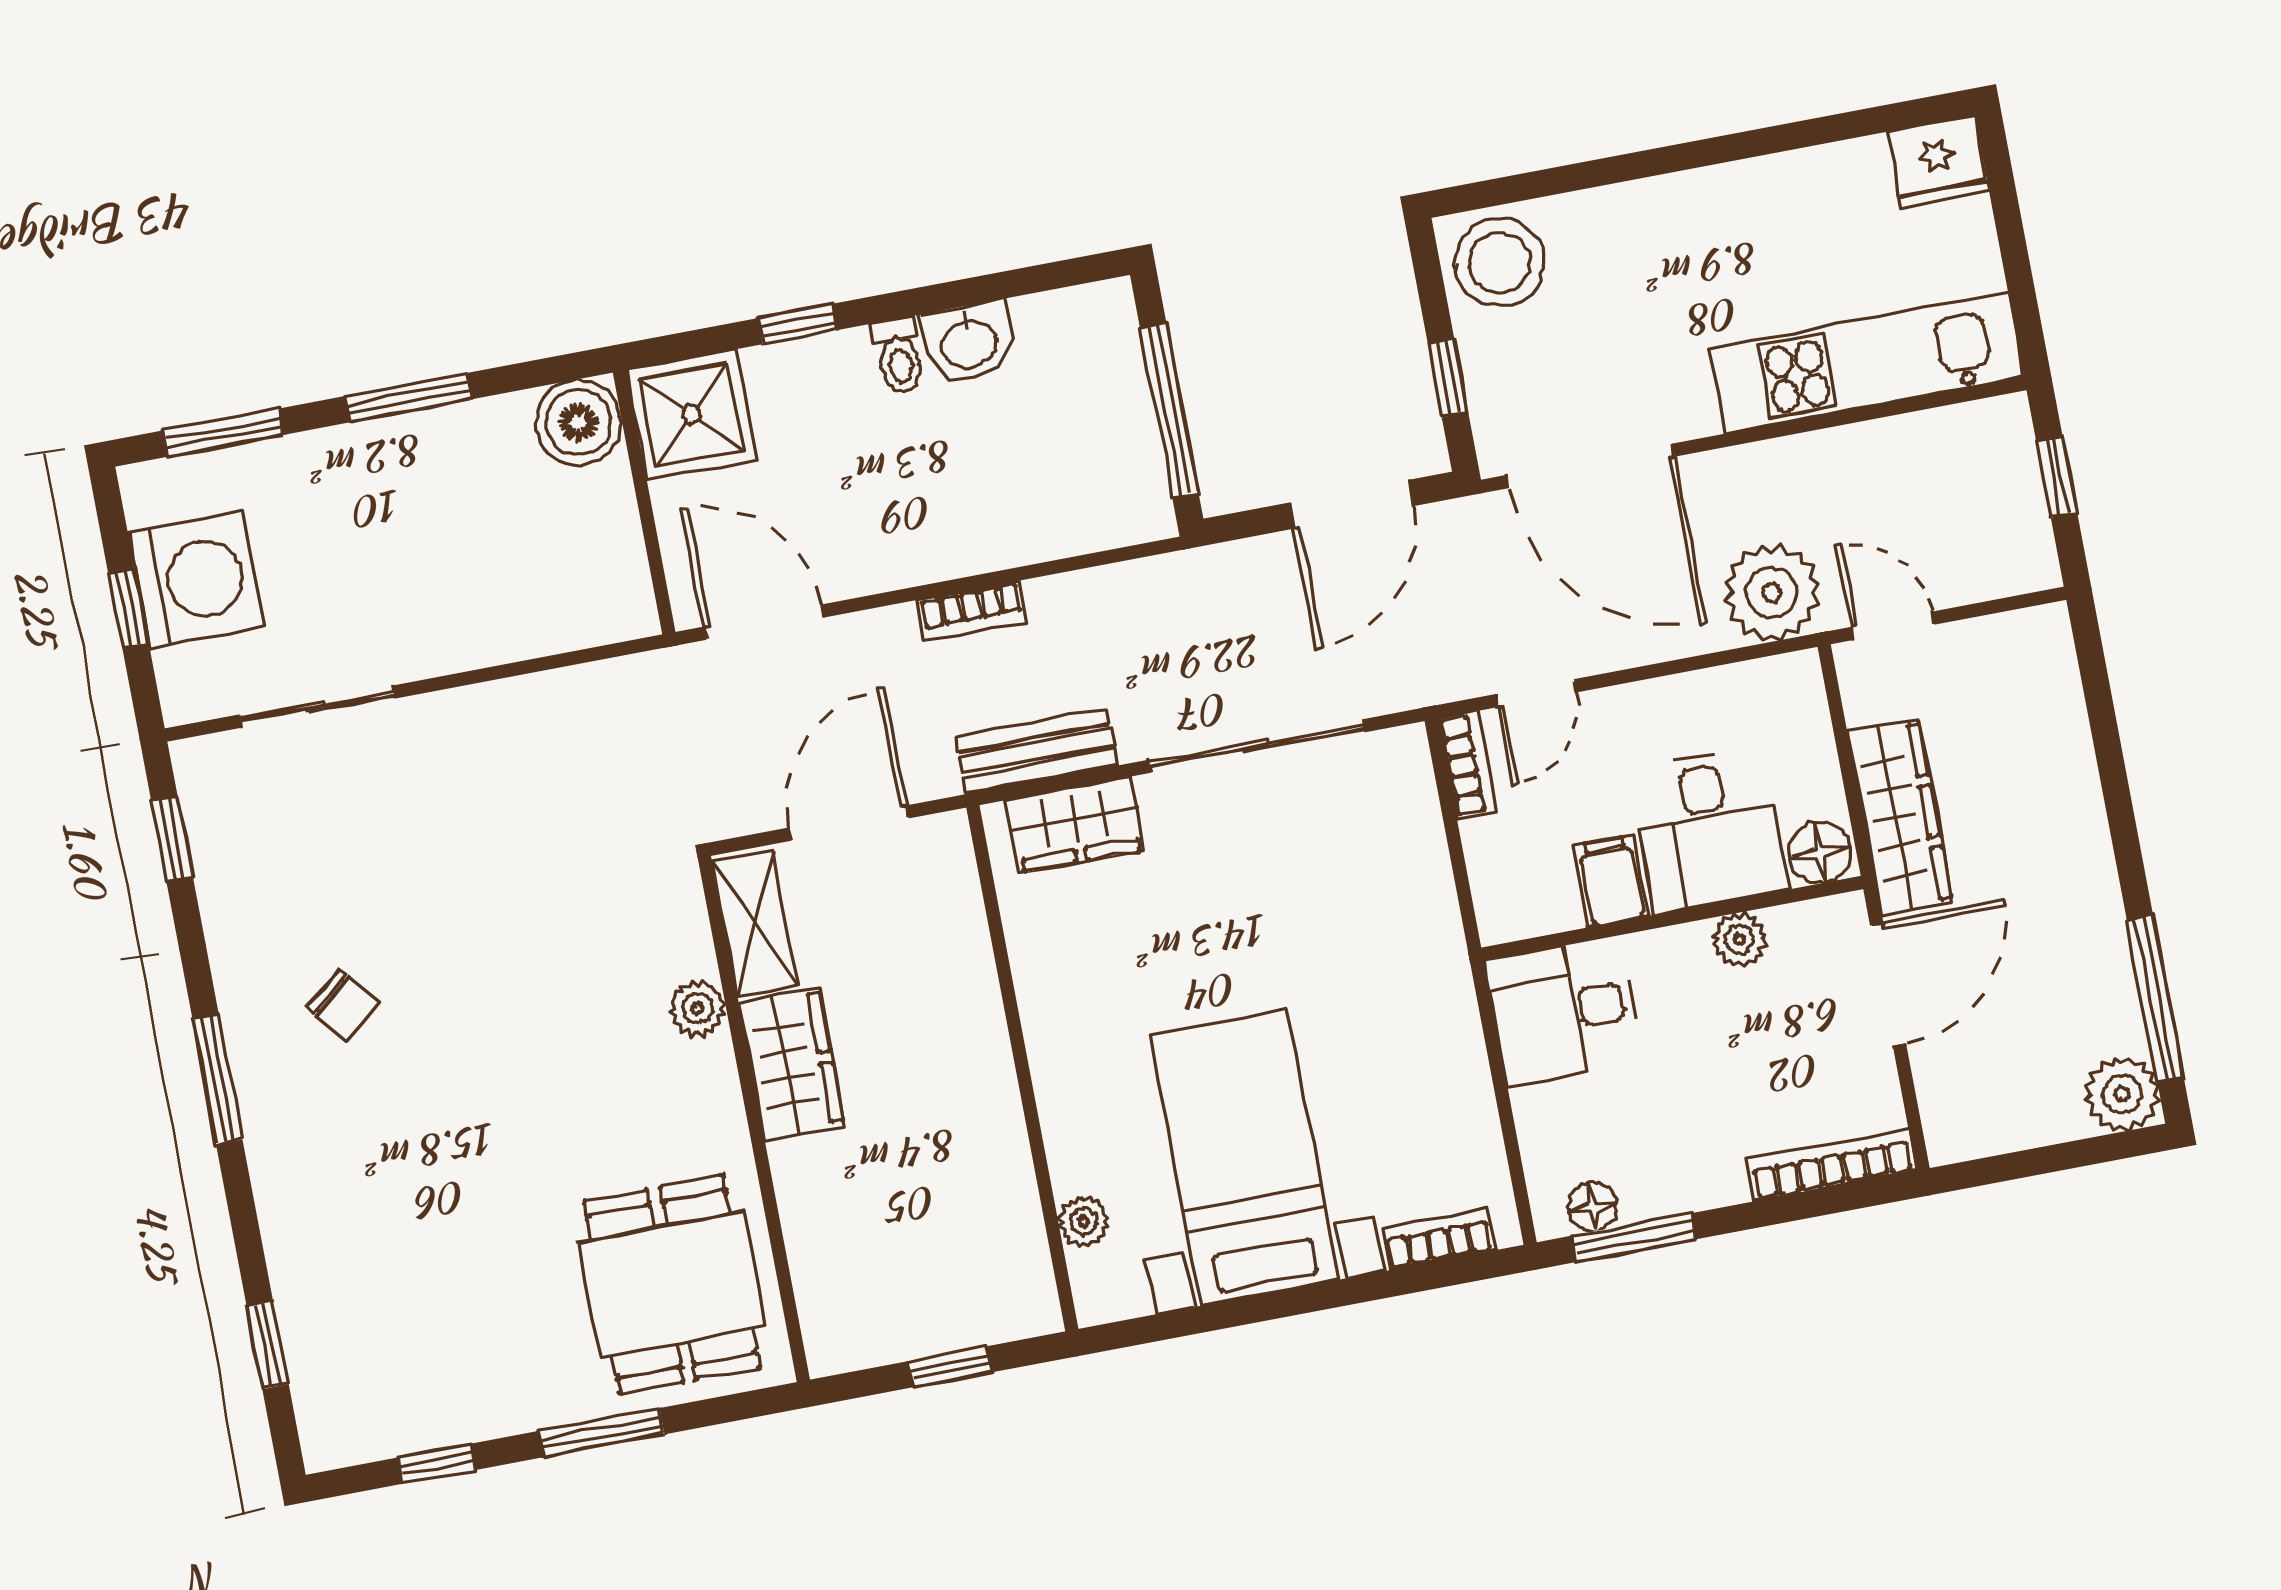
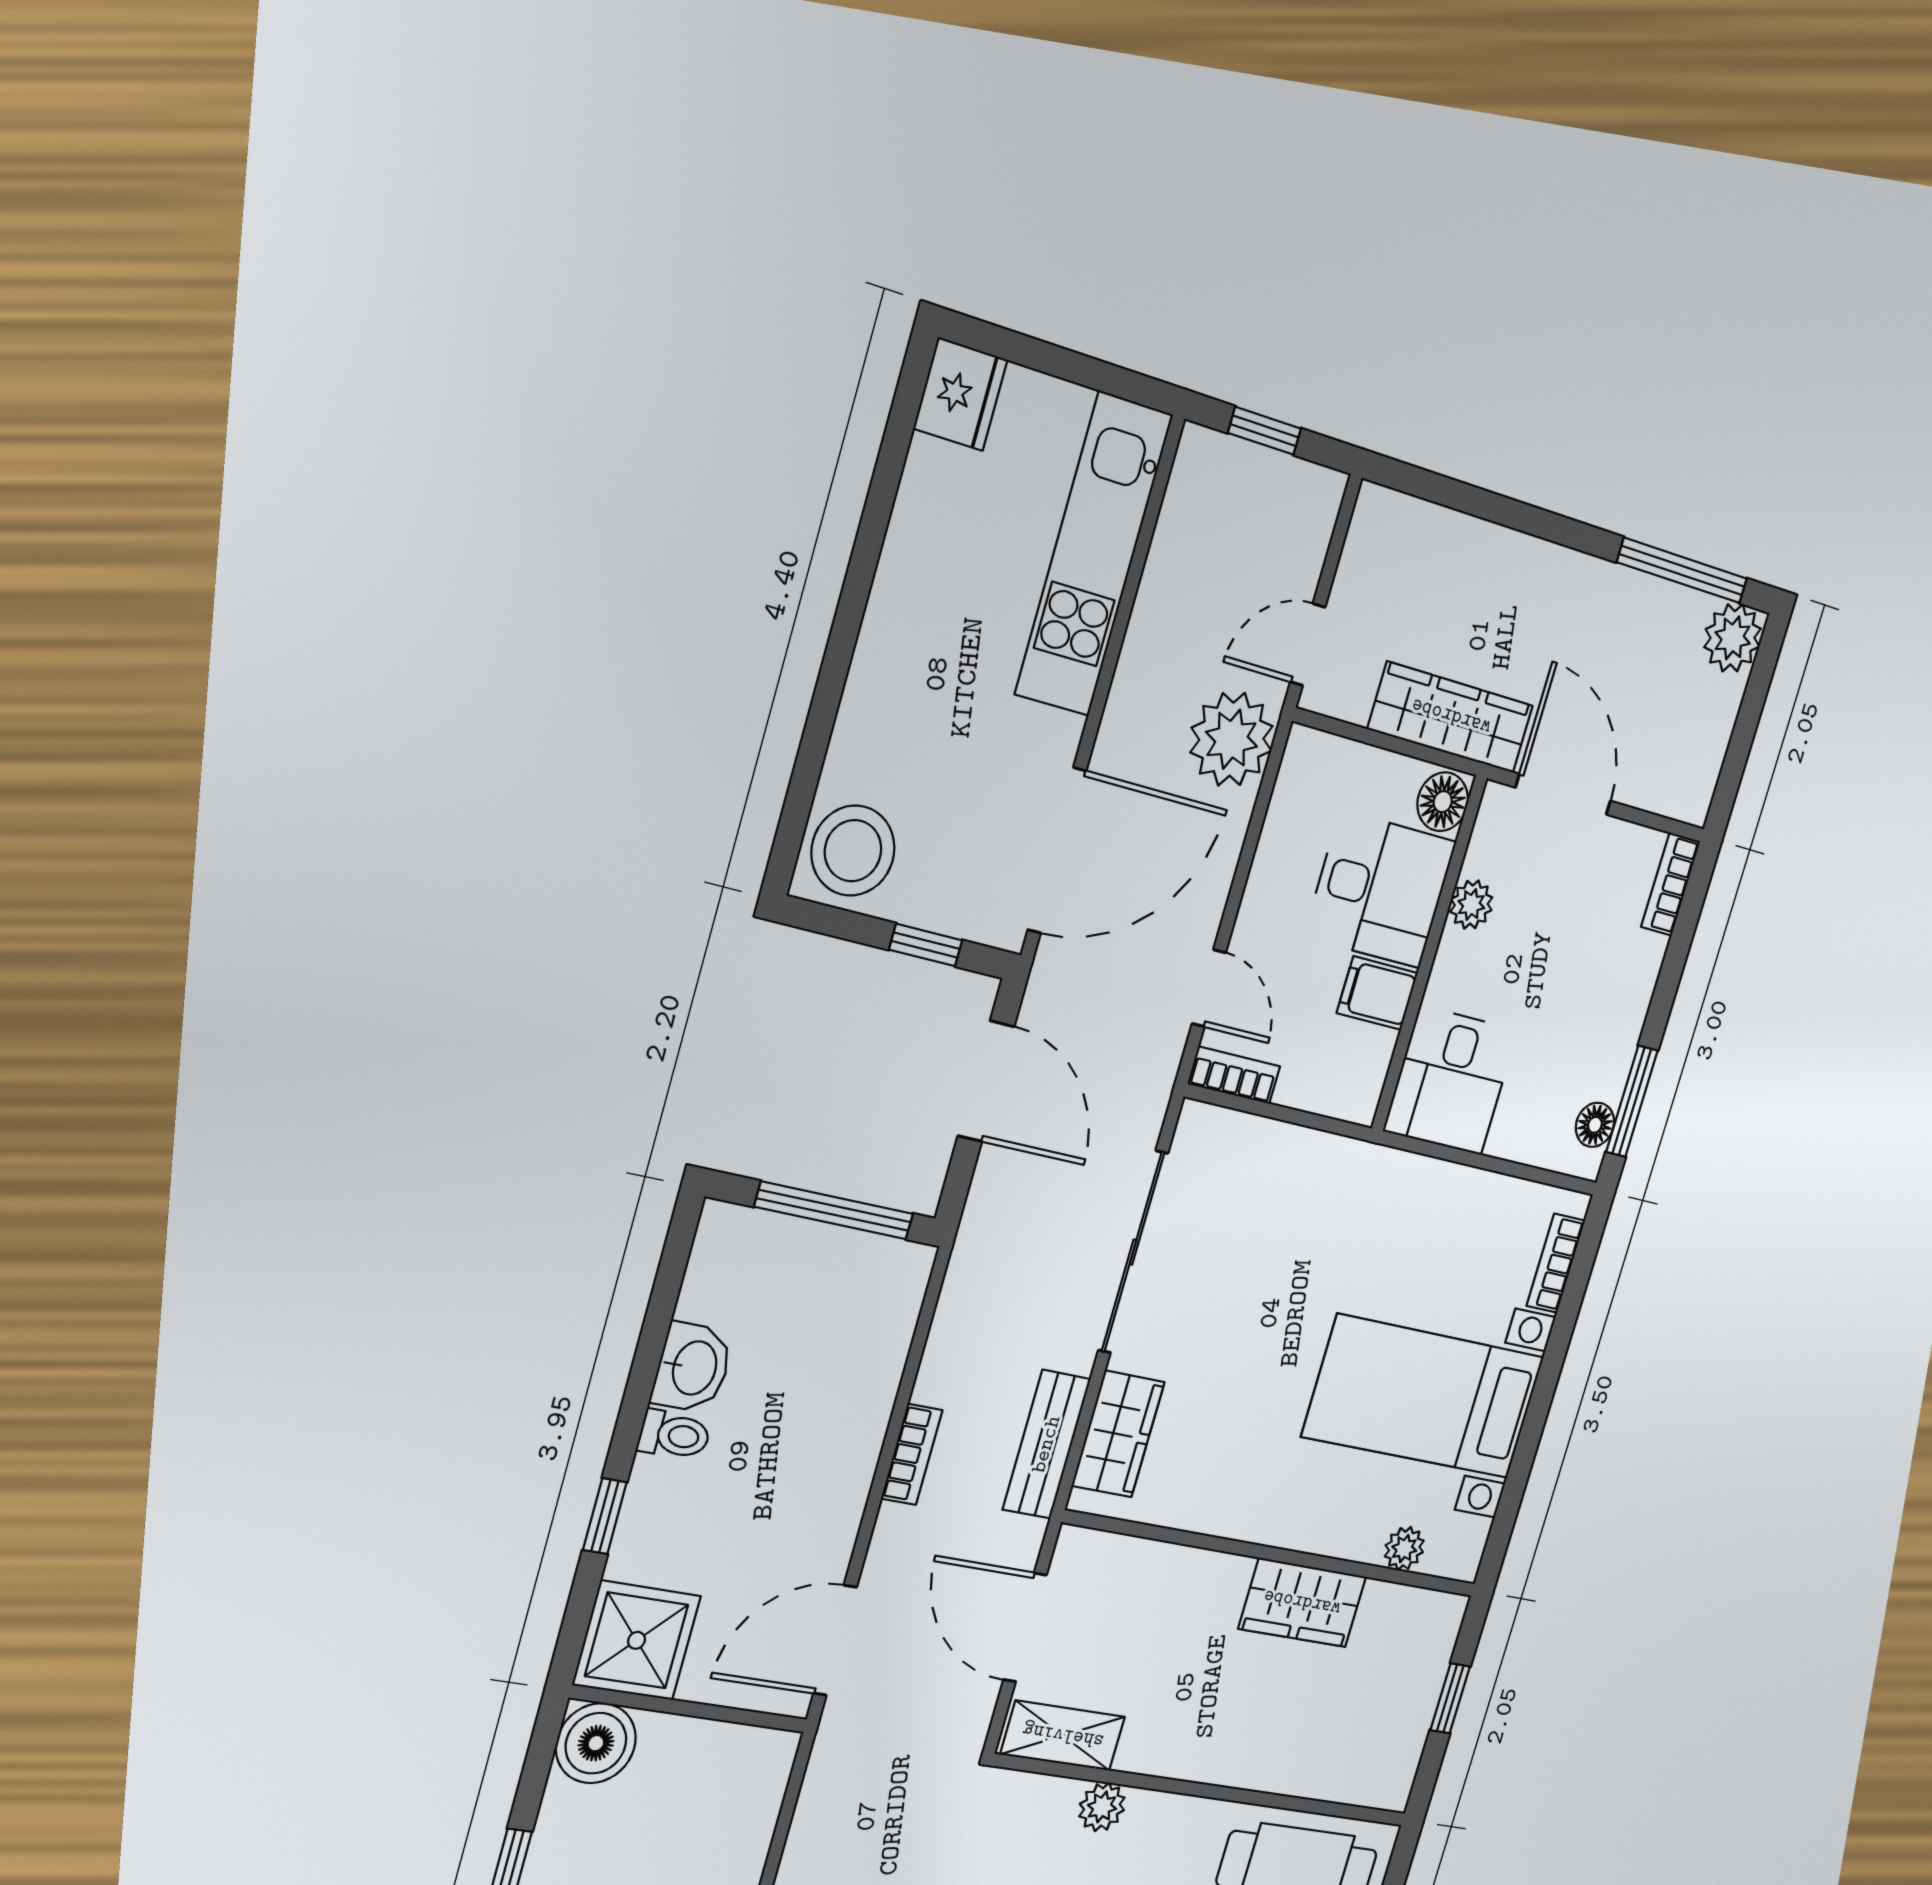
wardrobe: (792, 1064) -> (1302, 1603), moved, turned 180
bookcase: (1831, 1165) -> (1671, 884), width x0.64

